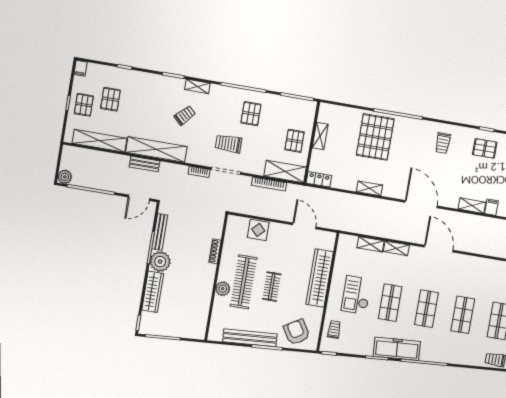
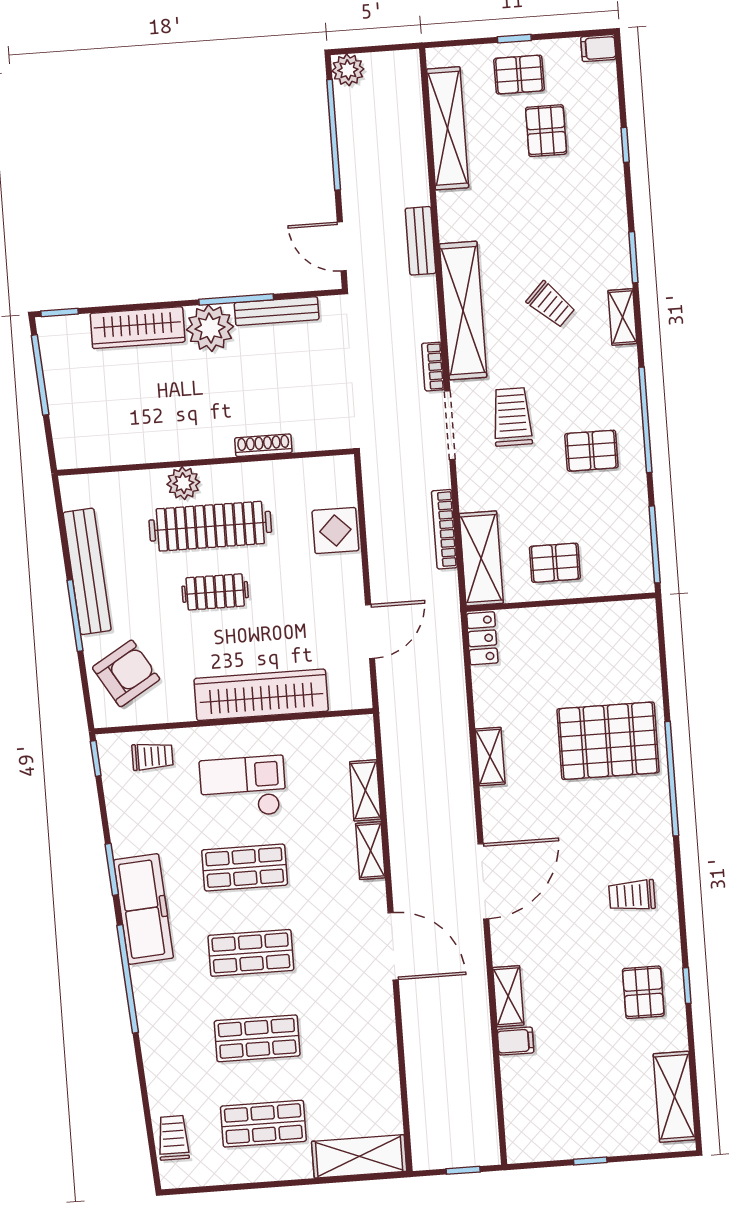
pallet: (110, 99) -> (546, 131), turned 90
shelving: (320, 136) -> (580, 617), removed
shelving: (156, 149) -> (463, 311), moved
door: (439, 249) -> (393, 946), hinge flipped

